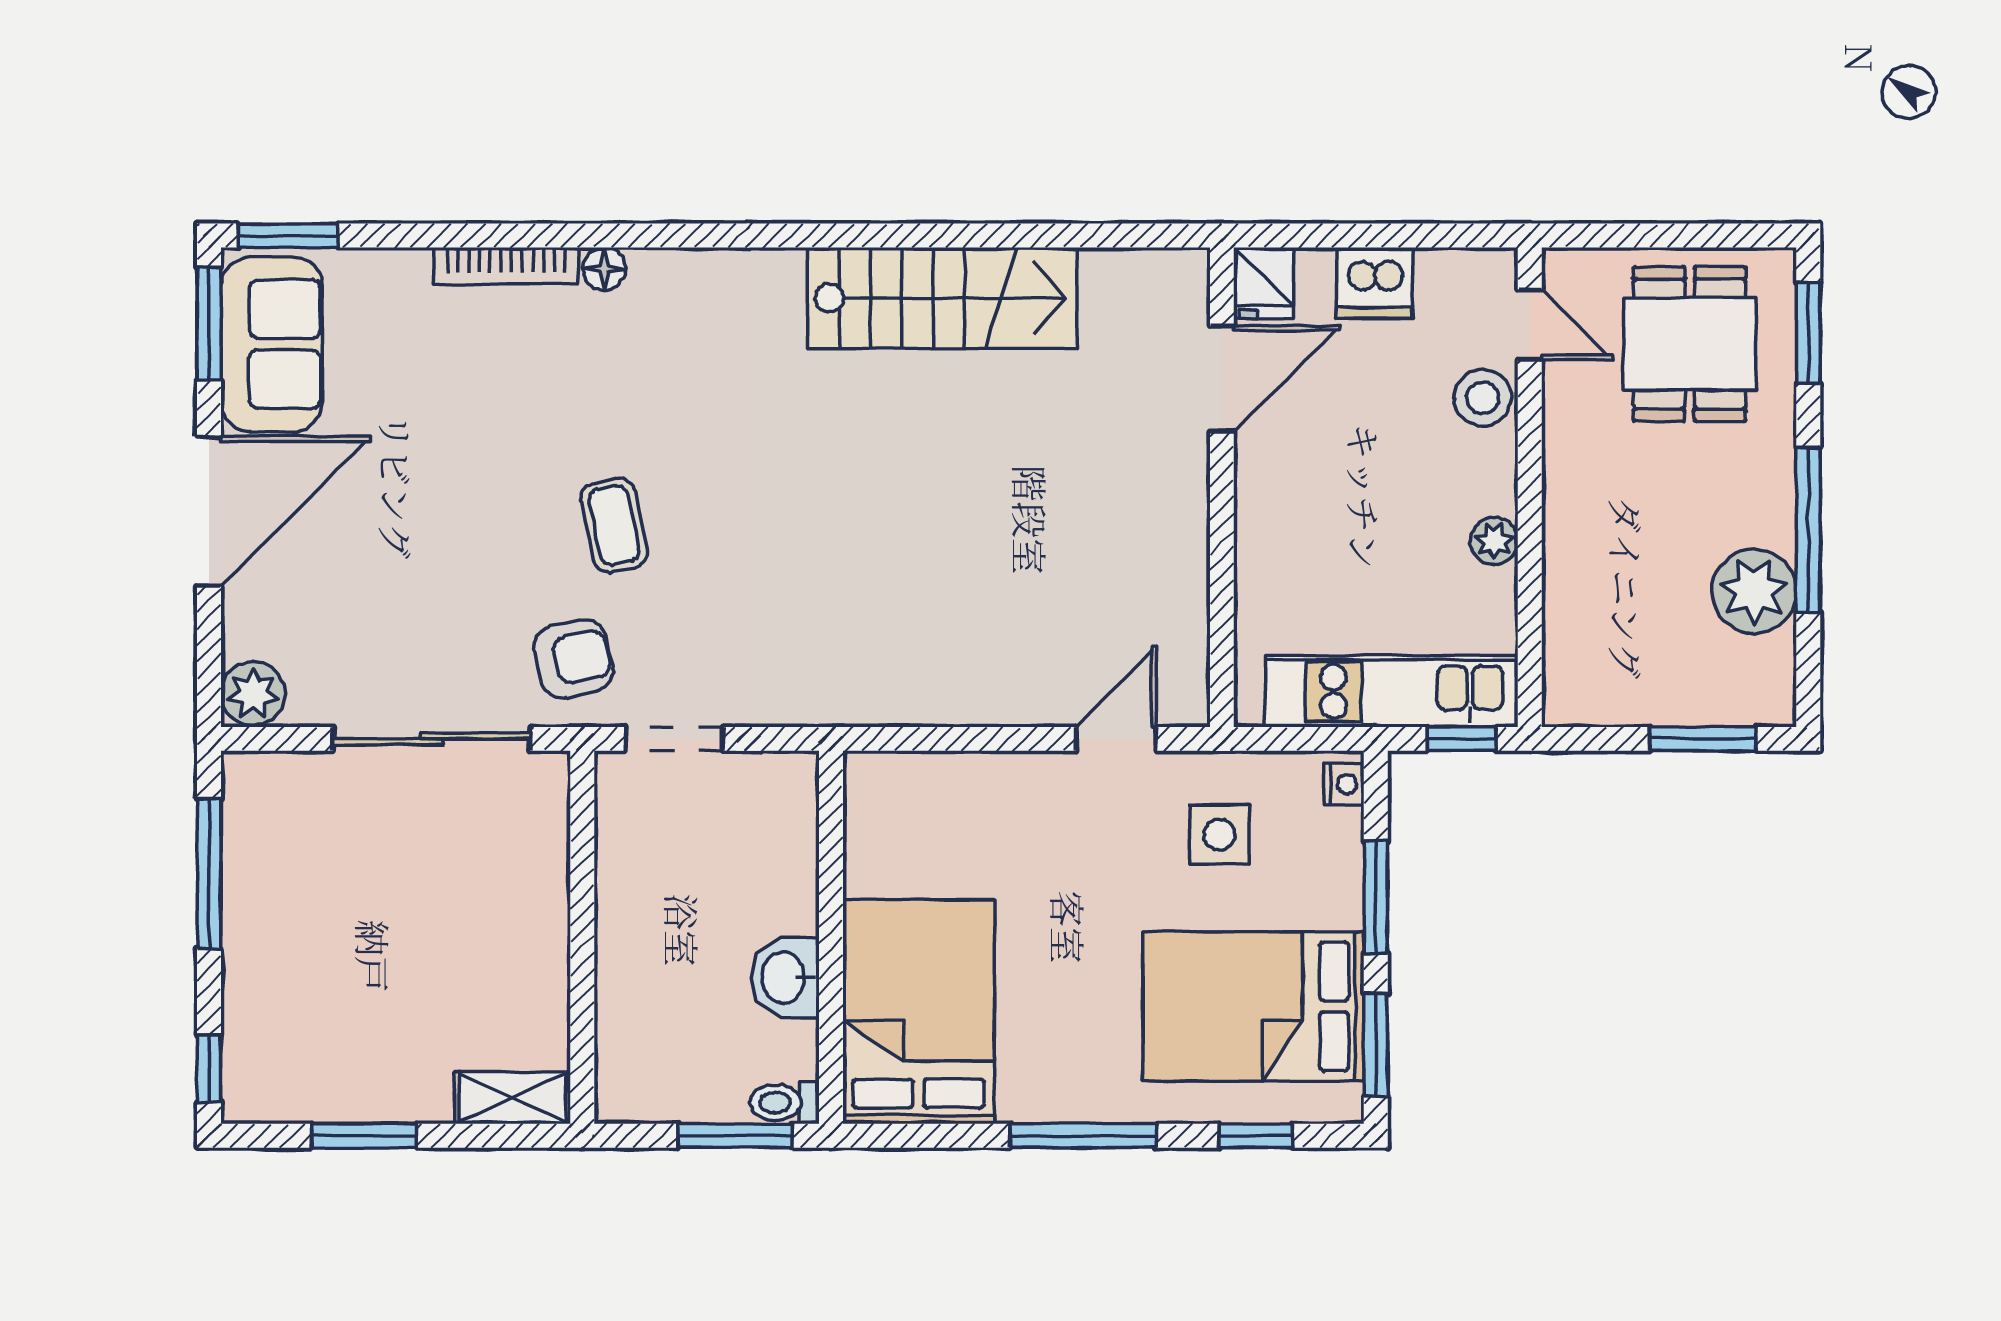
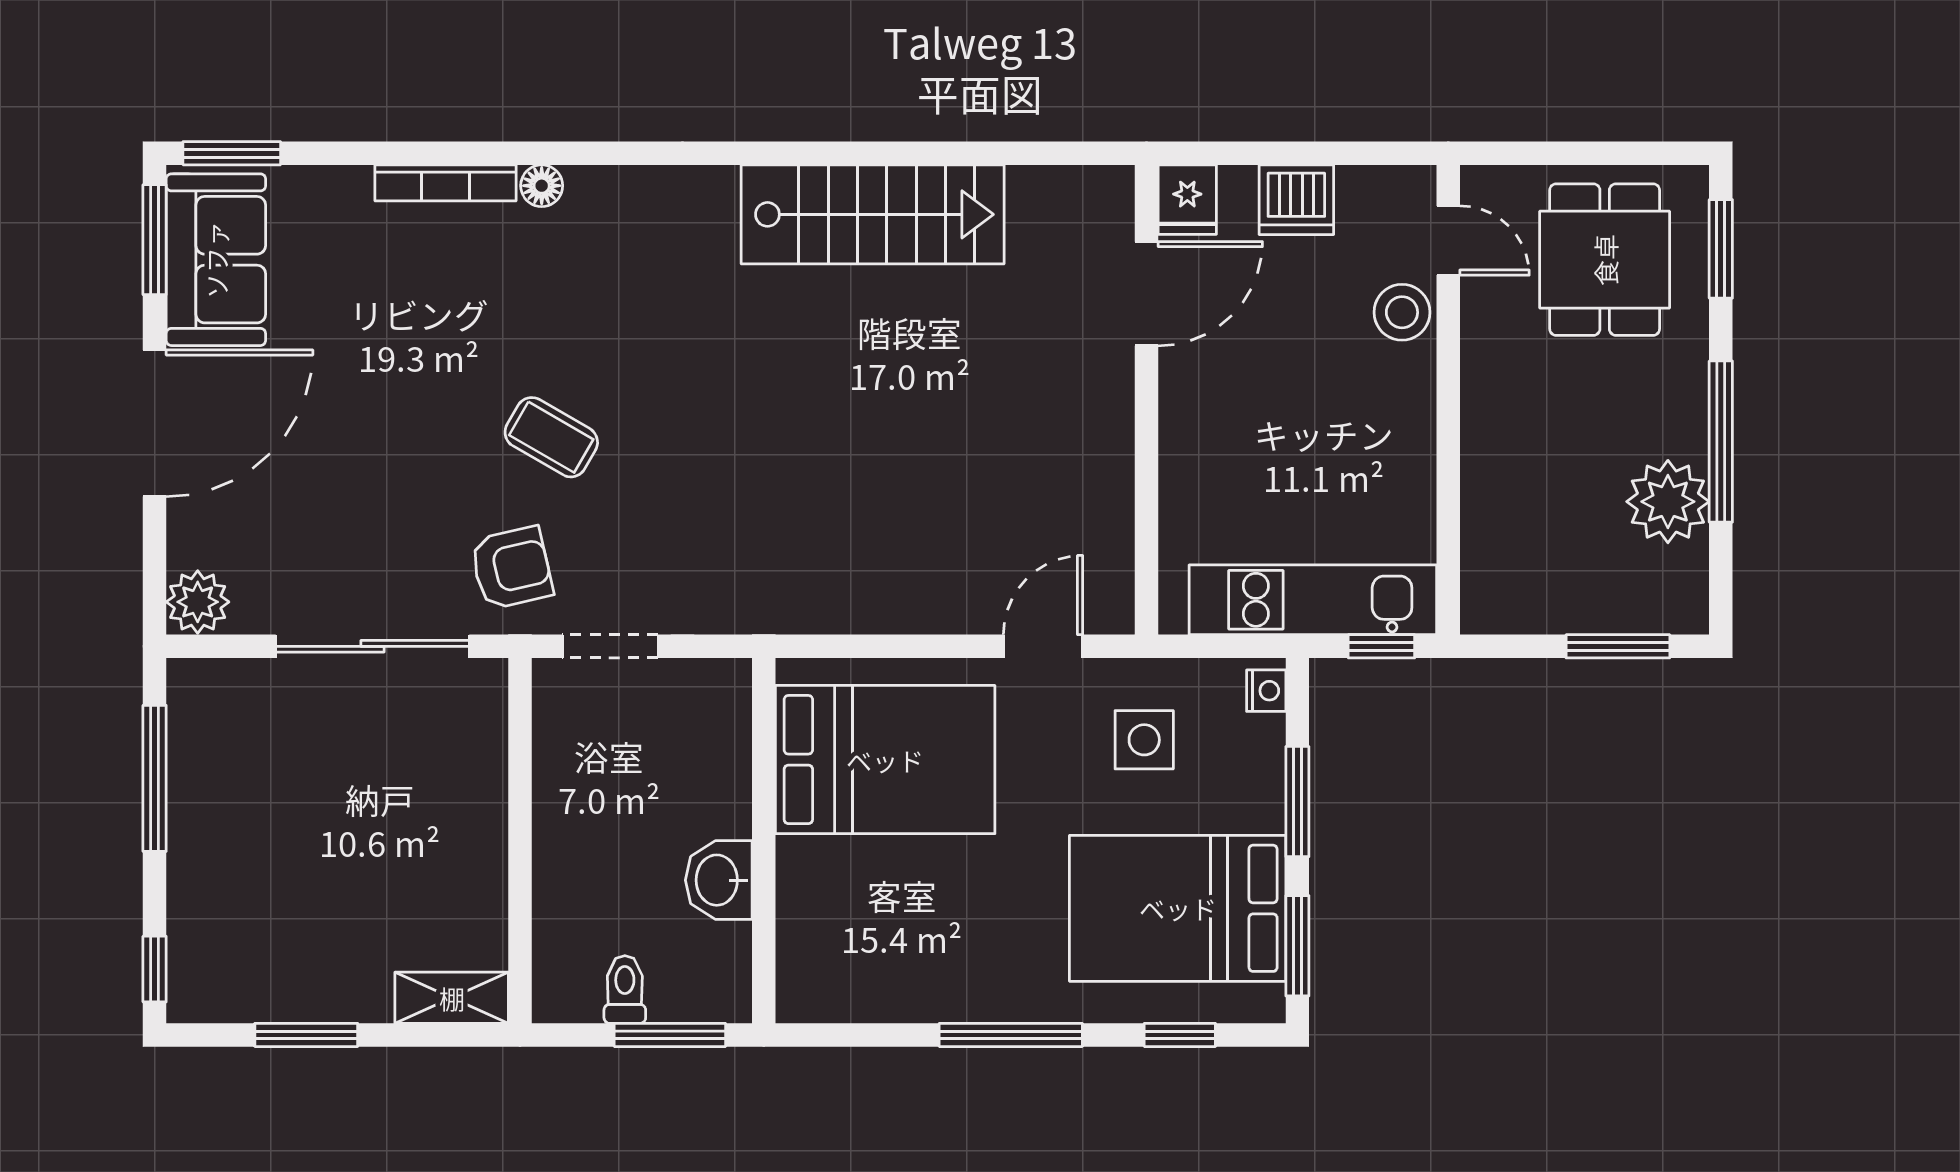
coffee table: (614, 525) -> (551, 437), turned -48
plant: (1494, 541) -> (1413, 453), removed
bed: (918, 1012) -> (885, 760), moved, turned 90
toilet: (785, 1103) -> (625, 989), moved, turned 90

